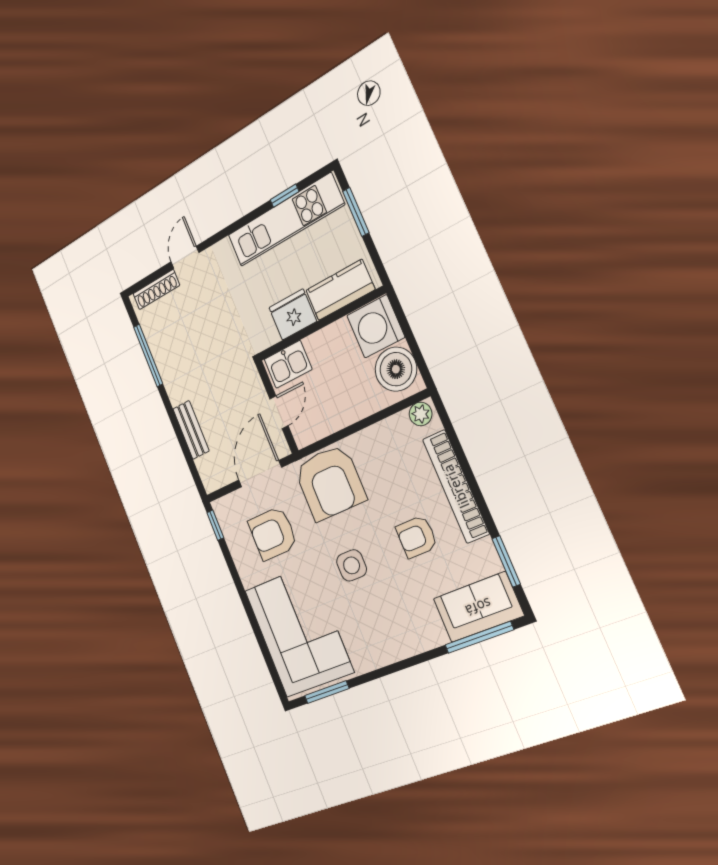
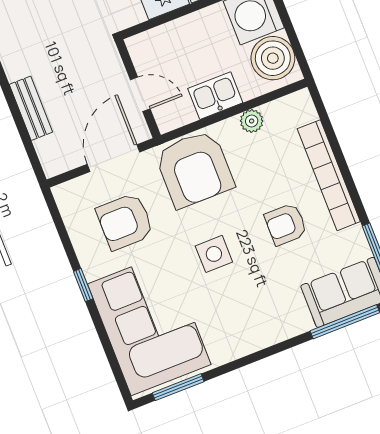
kitchen sink: (288, 364) -> (215, 96), moved, turned 180
door: (279, 412) -> (140, 94), hinge flipped
plant: (421, 414) -> (252, 121), moved
window: (215, 525) -> (83, 285), moved

